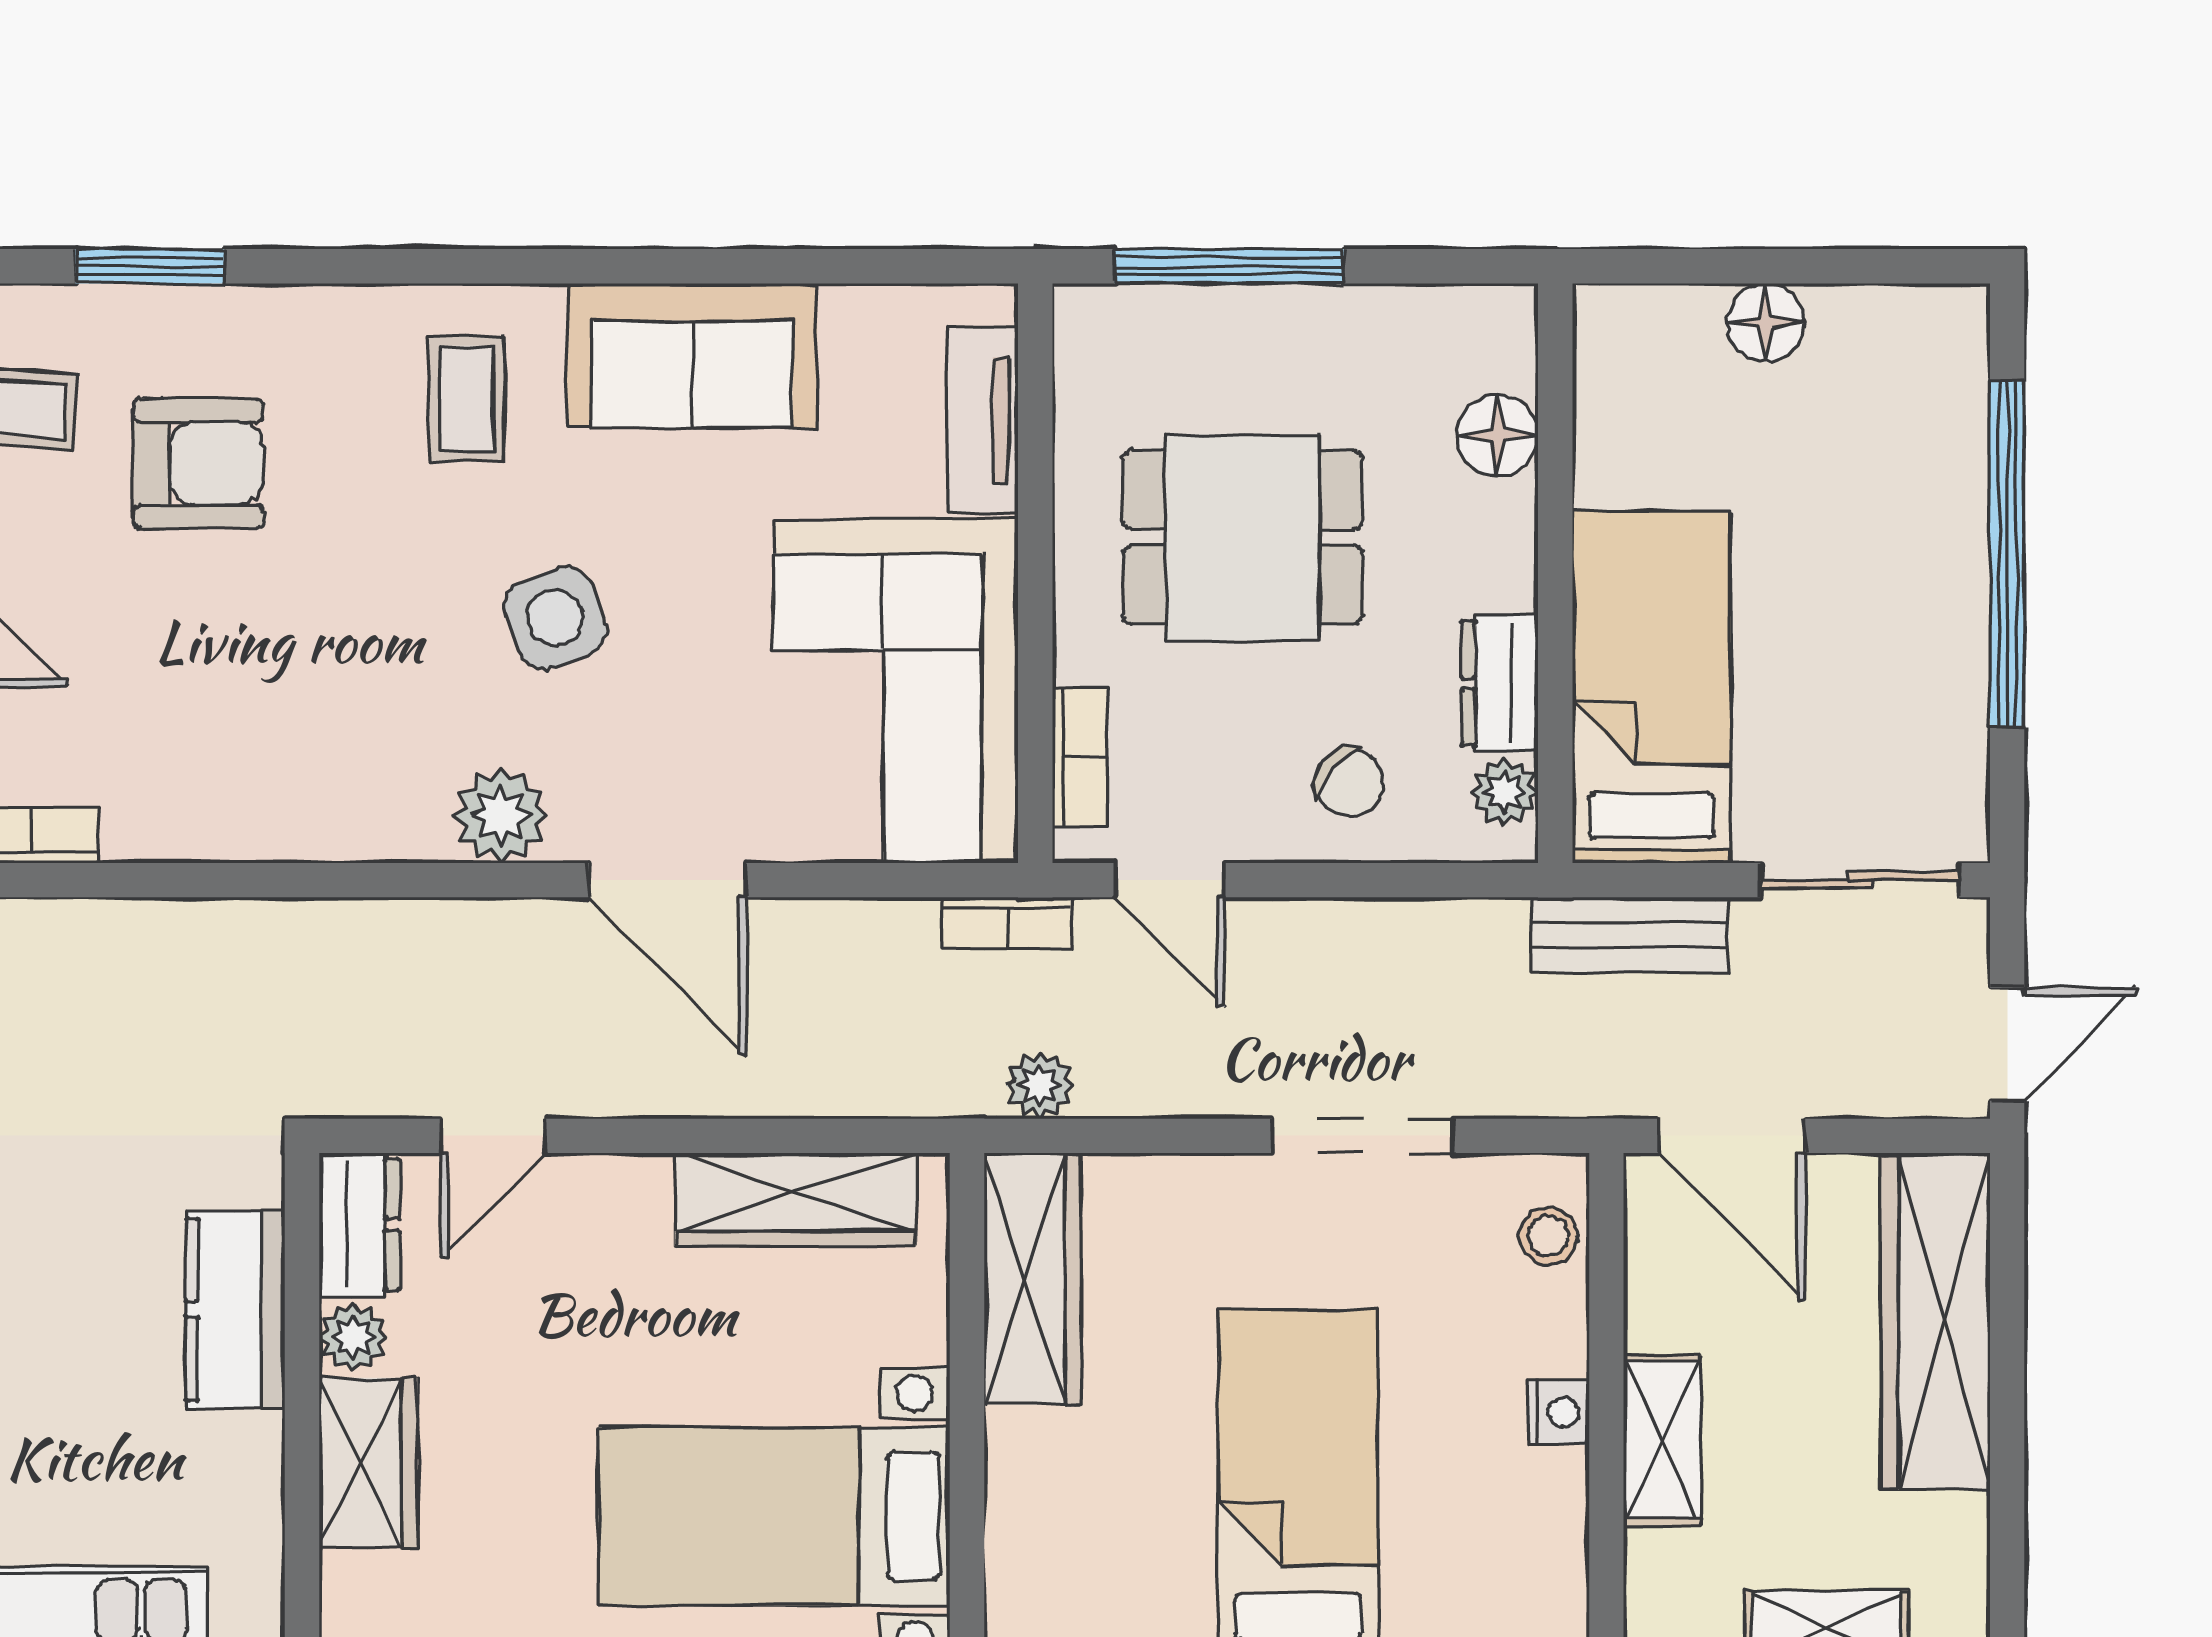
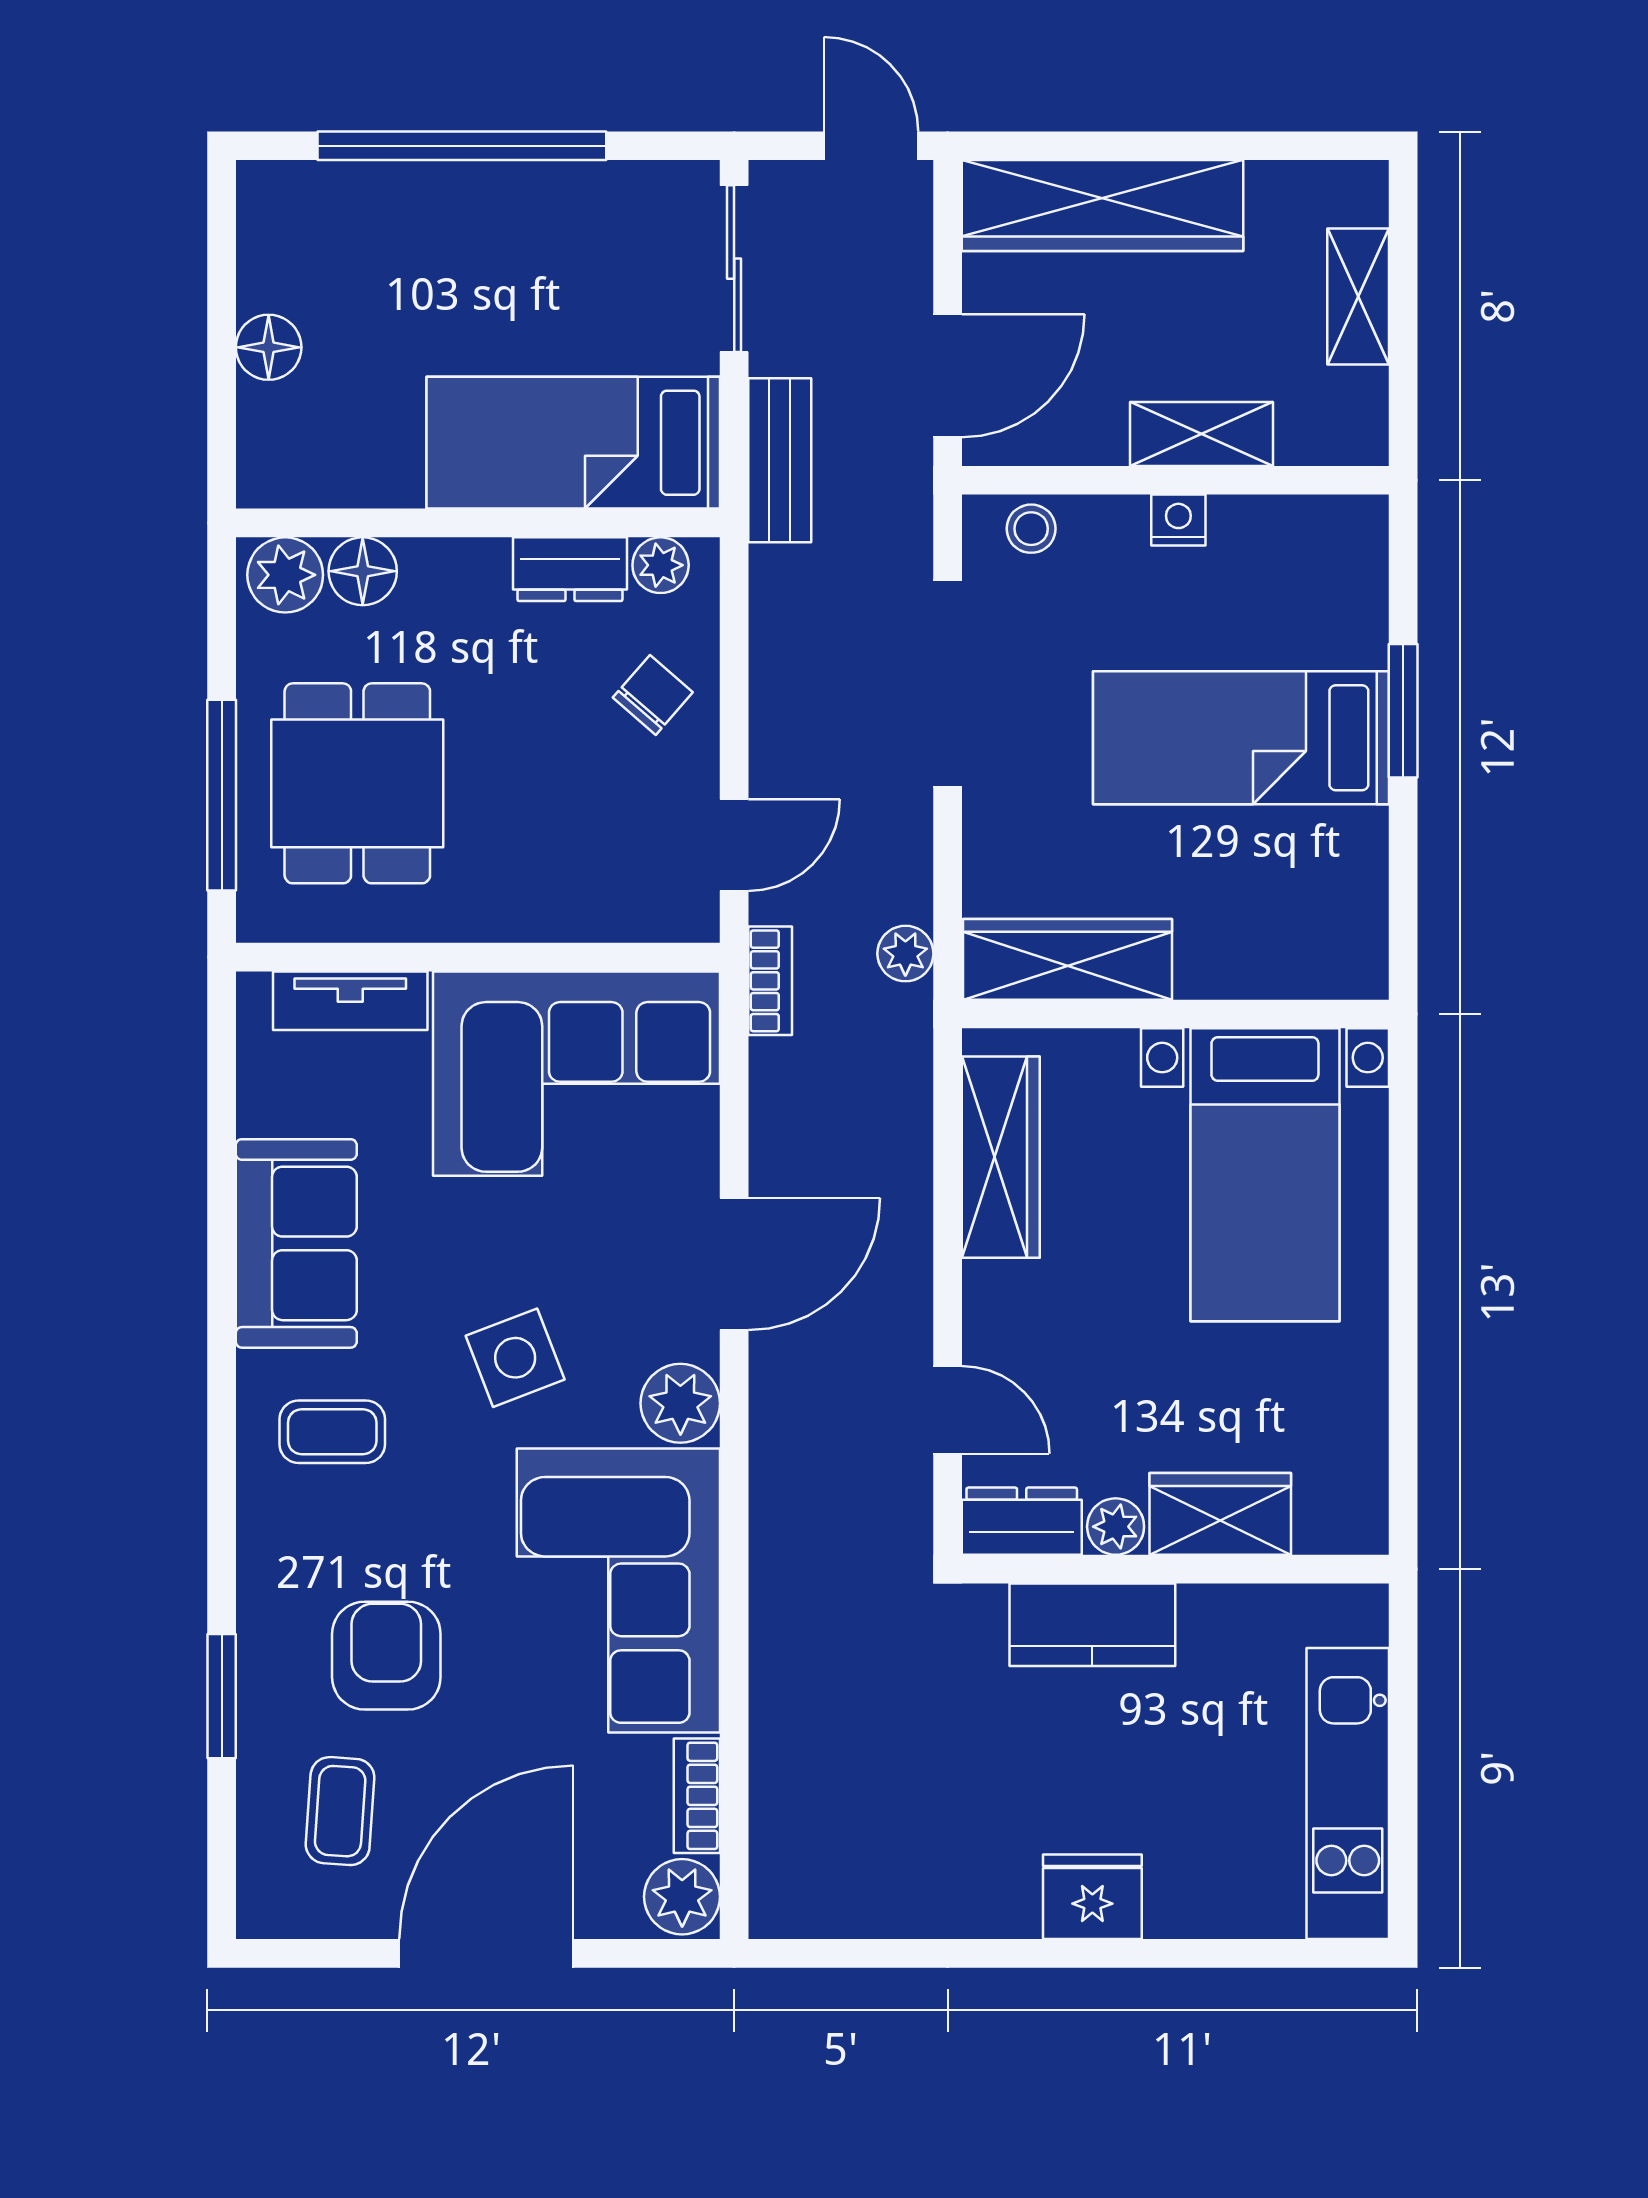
plant: (1493, 342) -> (285, 575), added
dining table: (1243, 537) -> (357, 783), moved
corner sofa: (276, 742) -> (618, 1591), added
bookcase: (1080, 757) -> (631, 920), removed
doorway: (1363, 1136) -> (948, 684), width x1.36

